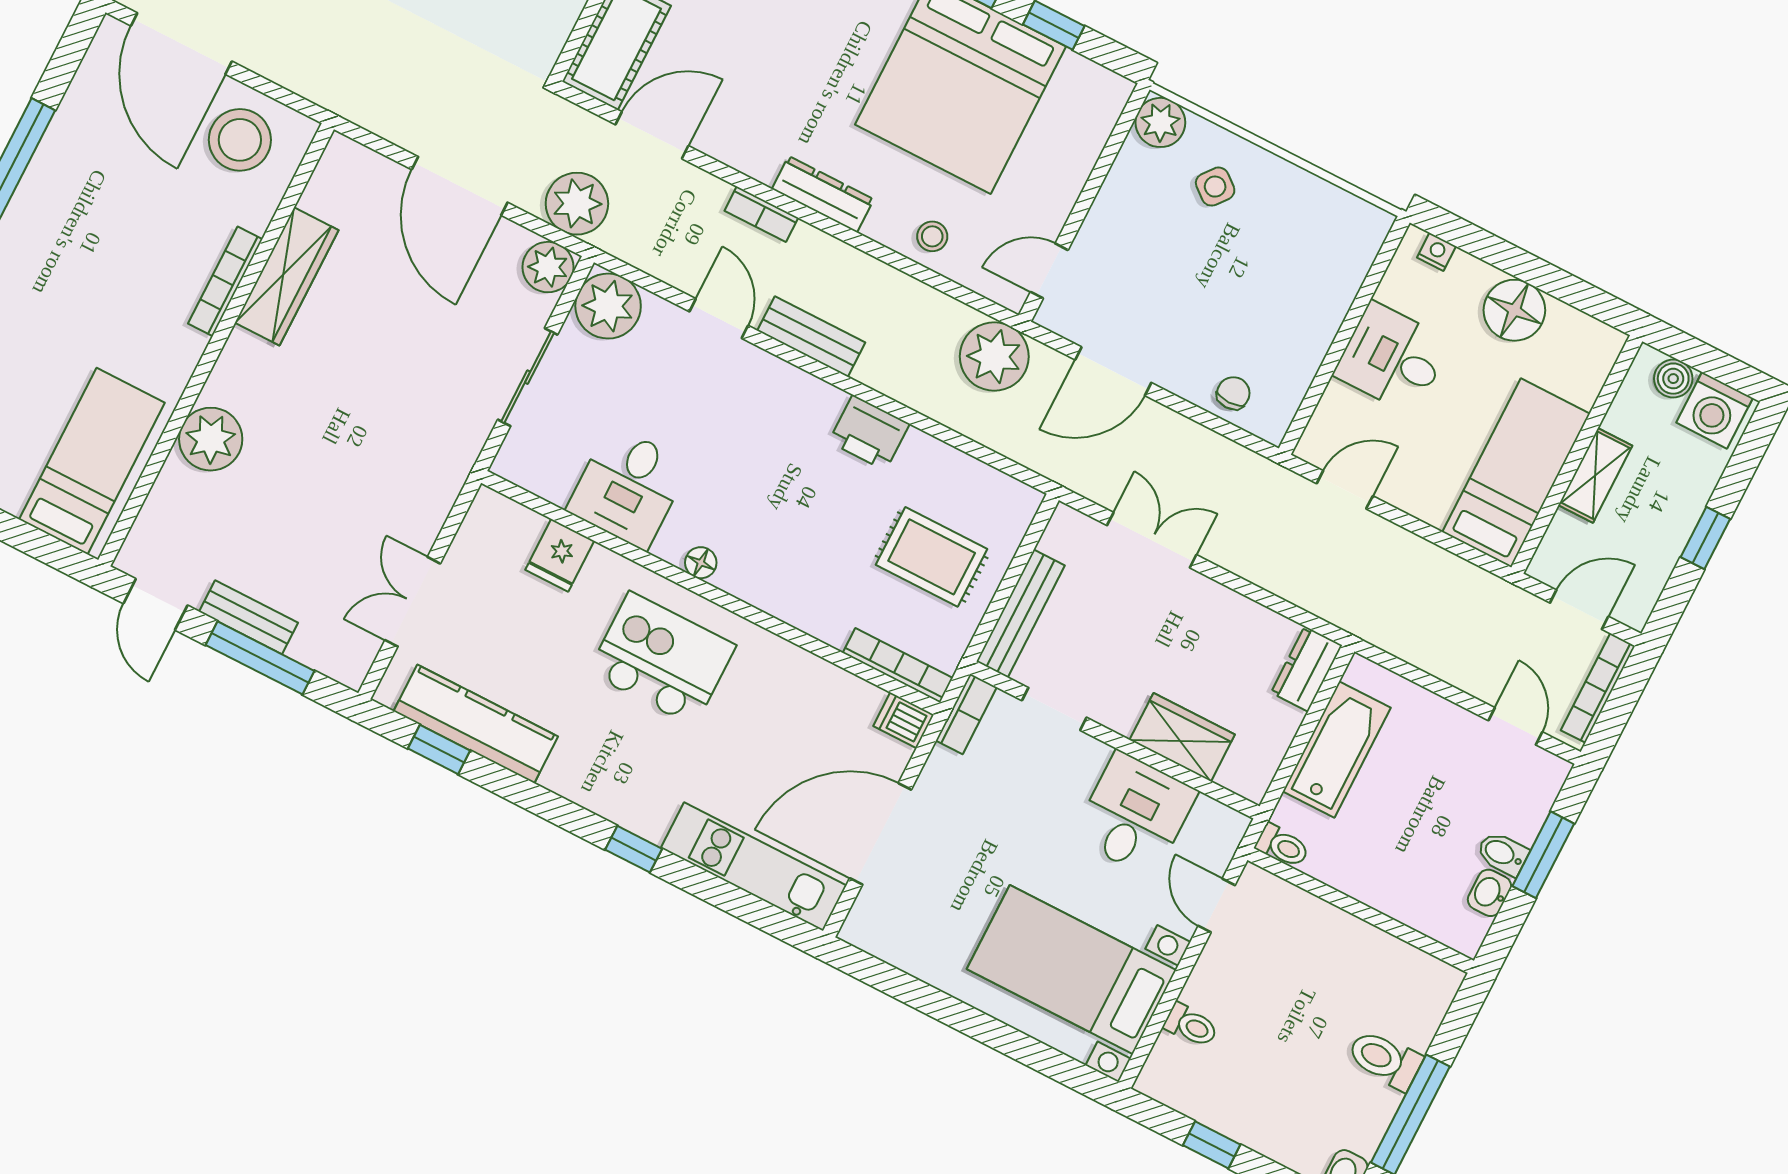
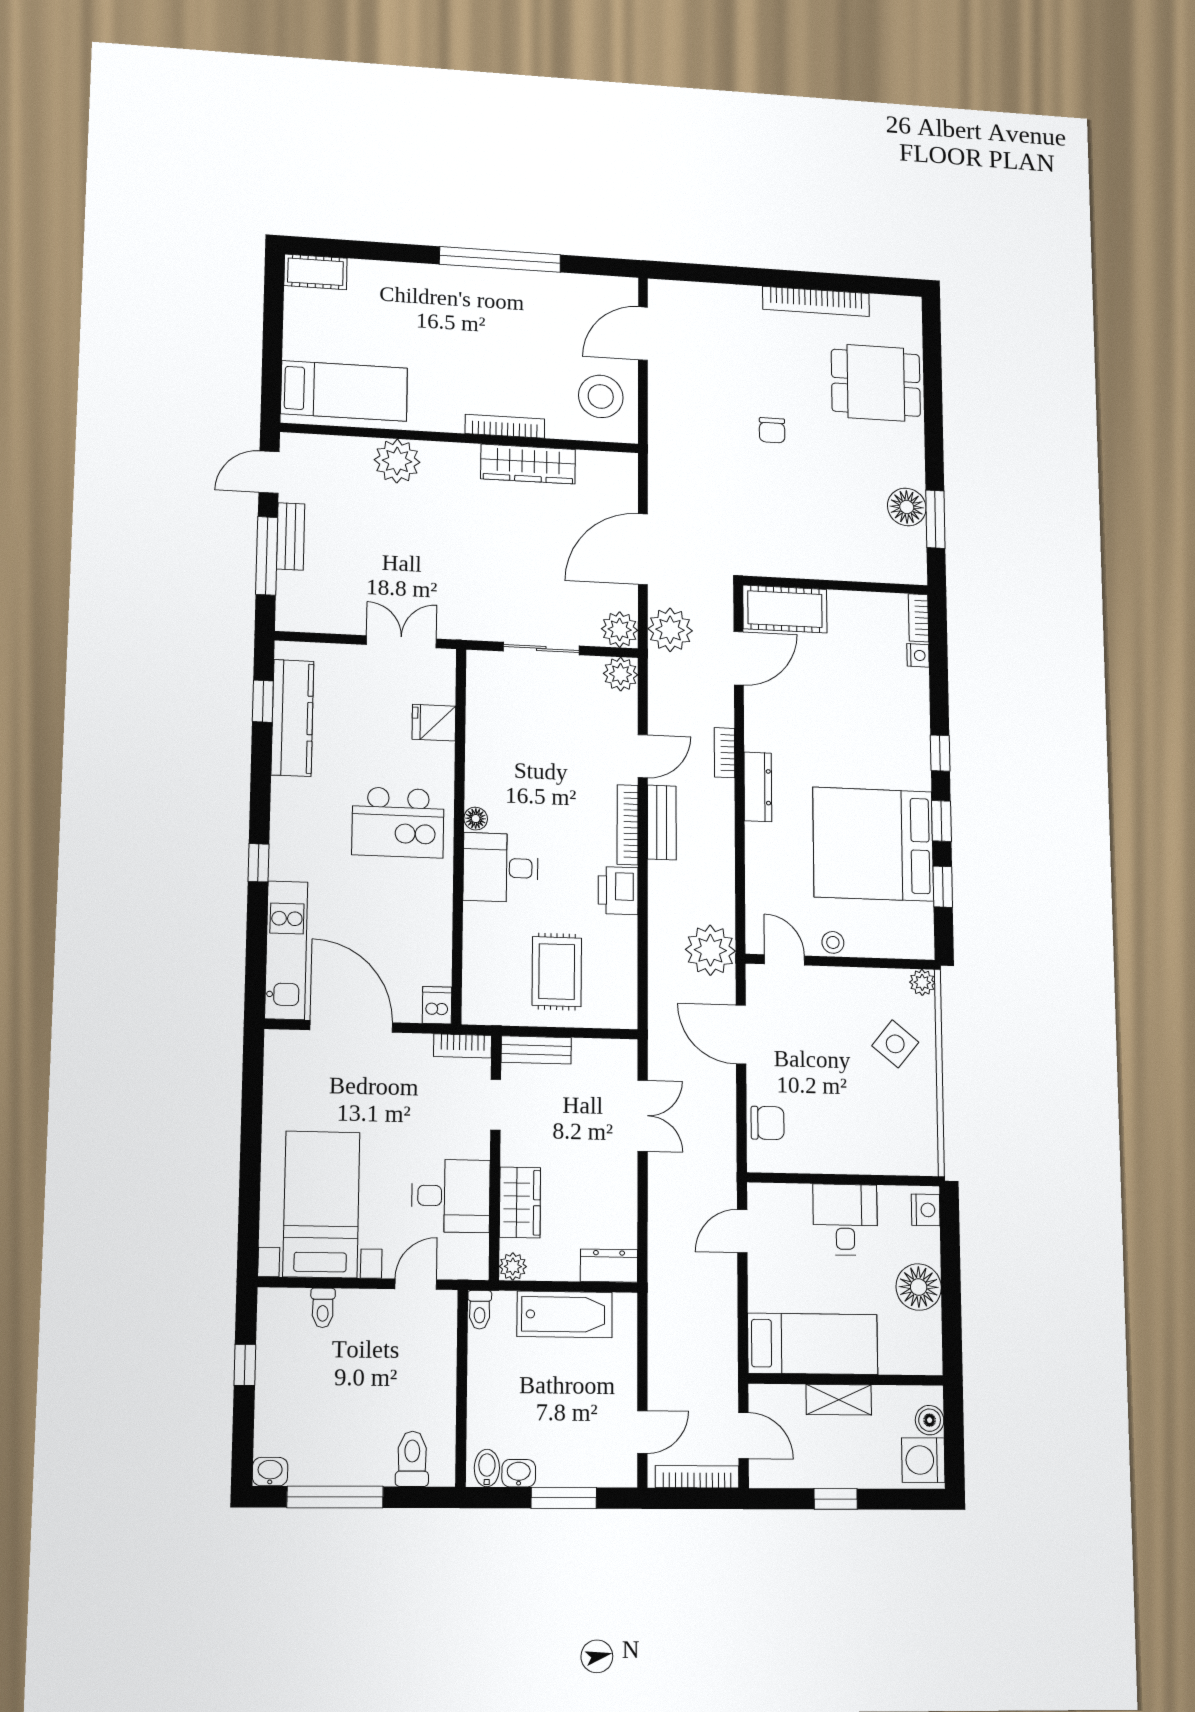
door: (181, 44) -> (643, 334), width x0.73
plant: (1160, 122) -> (922, 982), width x0.73, depth x0.73
door: (652, 135) -> (739, 658), hinge flipped
side table: (1215, 187) -> (895, 1044), width x1.37, depth x1.37
stool: (932, 236) -> (833, 942), moved
nightstand: (1436, 252) -> (926, 1210), width x1.39, depth x1.35
plant: (608, 306) -> (621, 674), width x0.73, depth x0.73
chair: (1233, 393) -> (768, 1123), width x1.37, depth x1.37
desk: (628, 487) -> (501, 868), moved
door: (1345, 490) -> (742, 1231), swing flipped
double door: (413, 602) -> (401, 642), moved
bench: (1021, 613) -> (536, 1050), width x0.73
kitchen island: (662, 659) -> (398, 822), turned 90
bookcase: (898, 665) -> (628, 825), moved, turned 180
plant: (1252, 783) -> (513, 1267), added
bidet: (1503, 854) -> (487, 1468), moved
toilet: (1385, 1060) -> (412, 1459), moved

